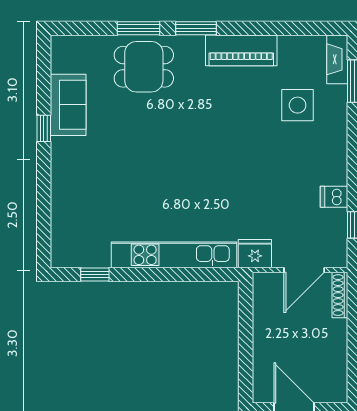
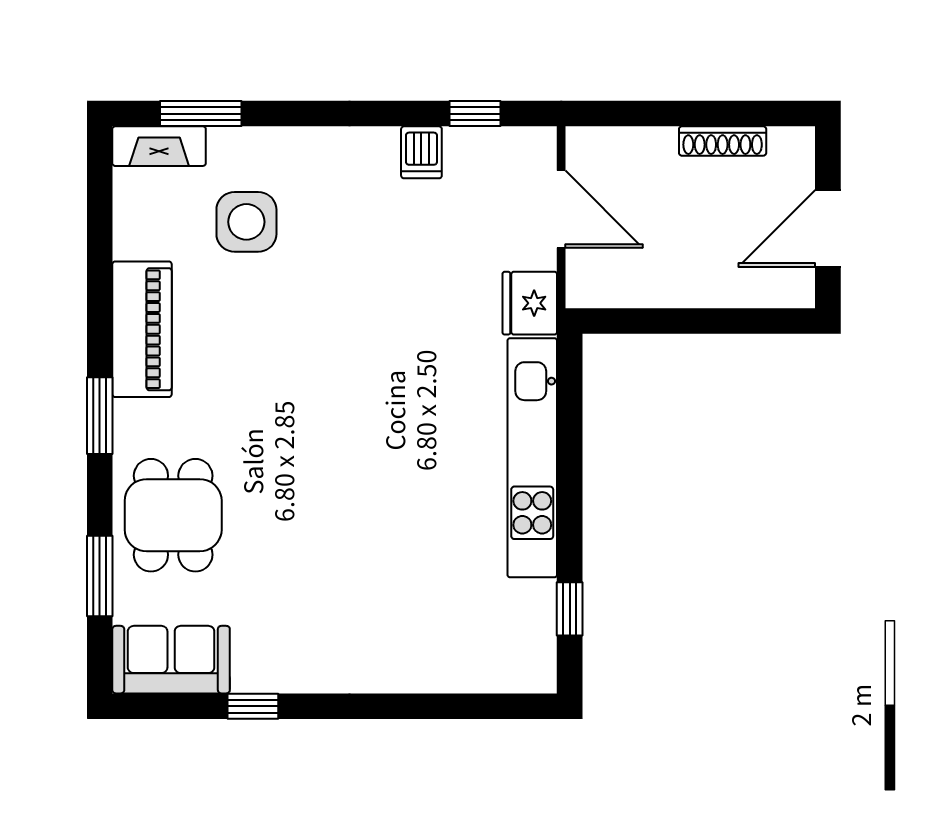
window: (139, 28) -> (100, 576), moved
sofa: (68, 105) -> (171, 660), moved
window: (44, 128) -> (253, 706), moved
shoe rack: (340, 295) -> (723, 141), moved

